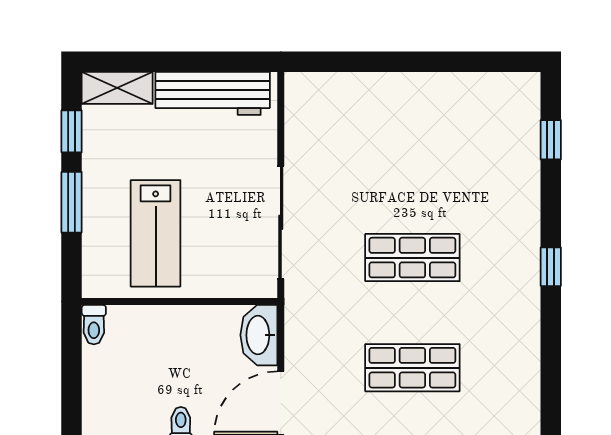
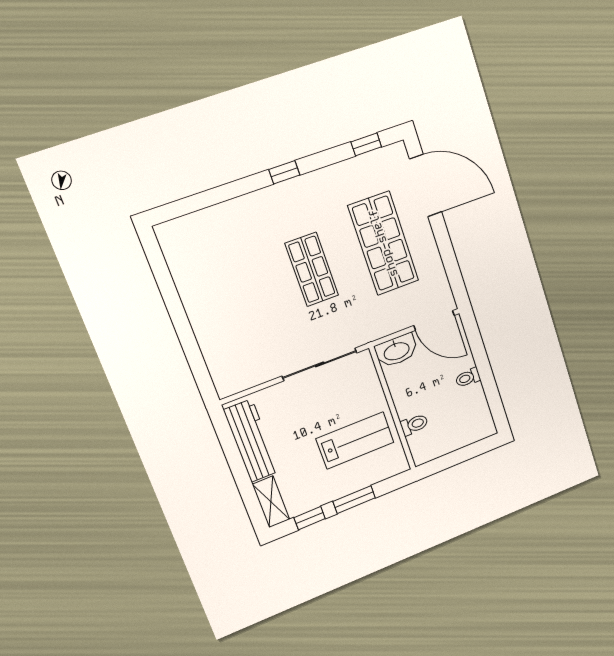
window: (551, 140) -> (366, 144), moved
toilet: (94, 325) -> (414, 425), moved
shop shelf: (412, 368) -> (383, 243), width x1.43, depth x1.36

